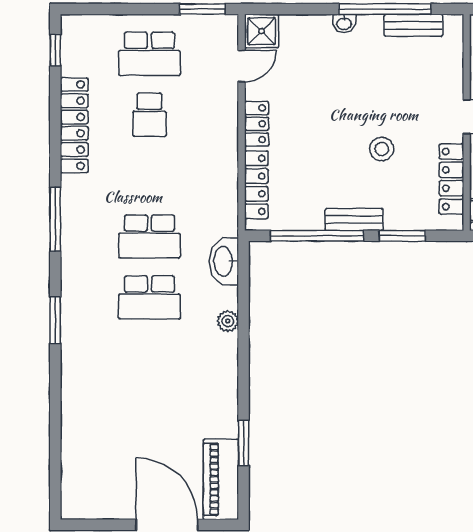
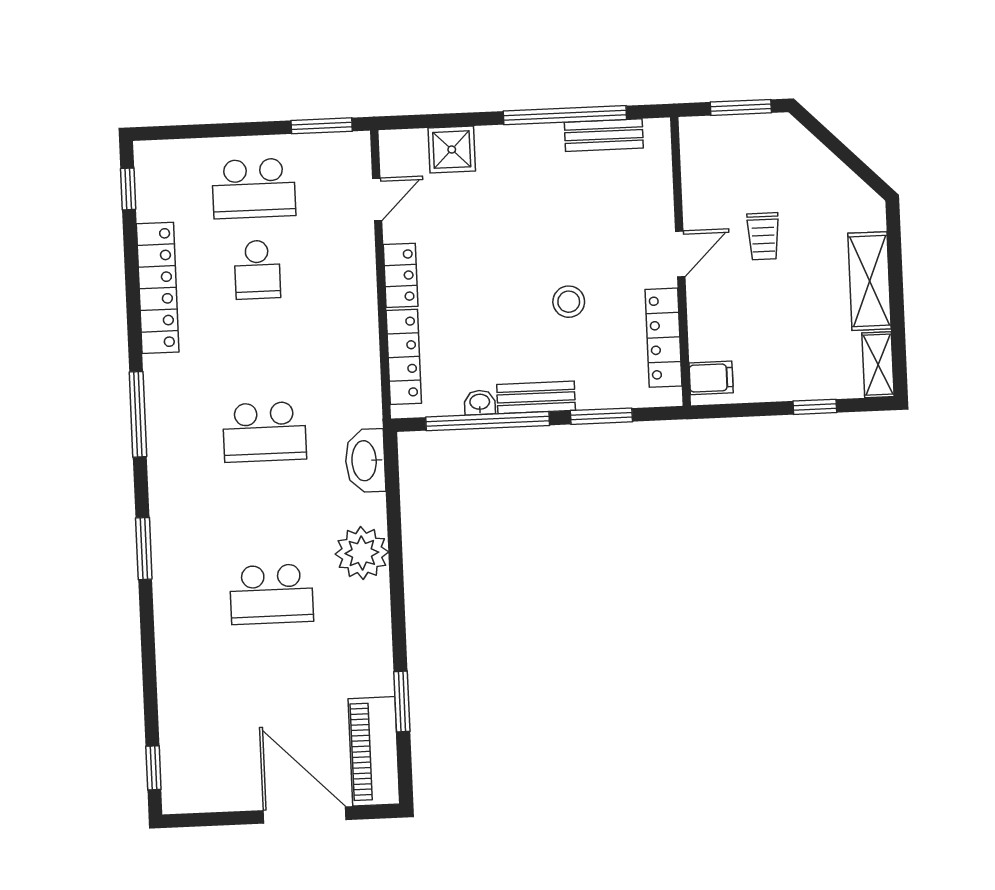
washbasin: (344, 23) -> (480, 402), moved, turned 180
shower: (262, 31) -> (452, 150), moved
school desk: (149, 297) -> (271, 594), moved
plant: (228, 321) -> (362, 553), width x1.88, depth x1.88
window: (55, 484) -> (153, 768), added

